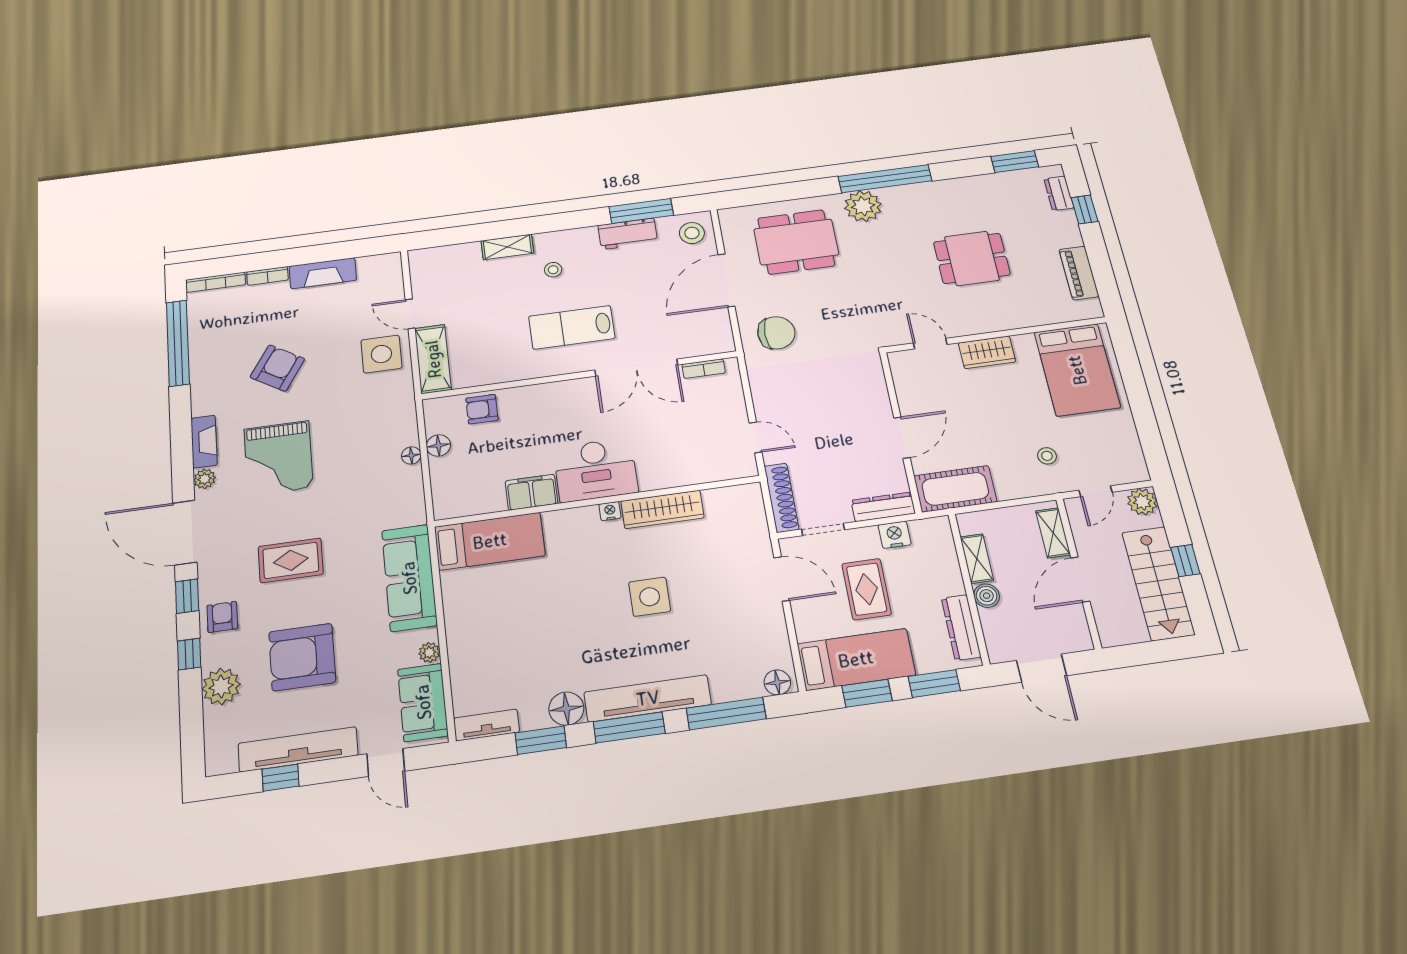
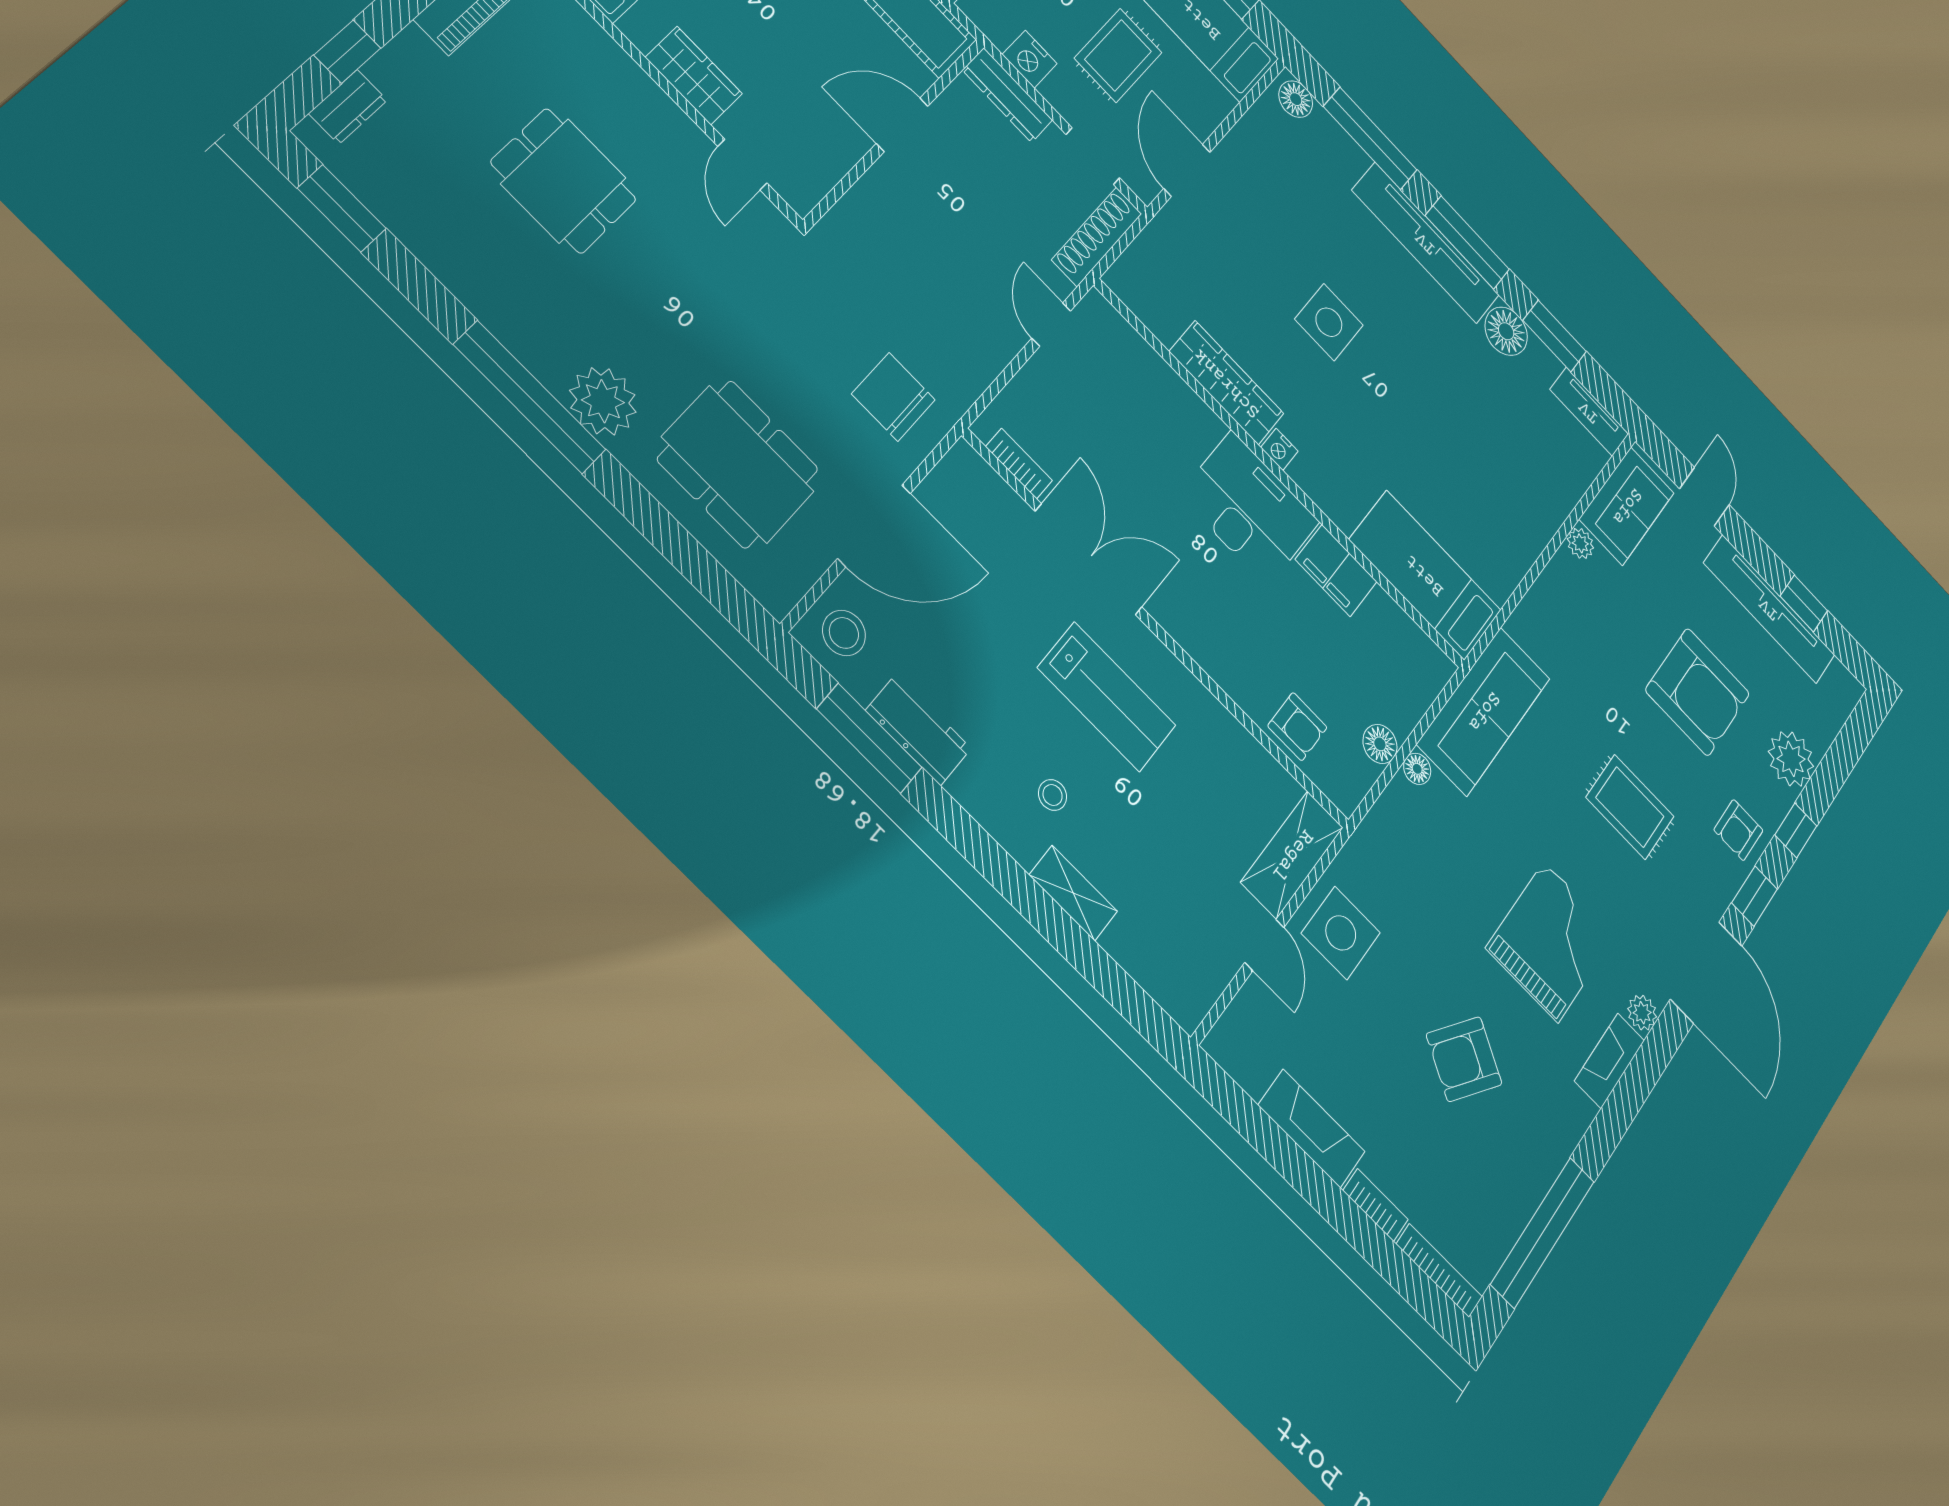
sofa: (409, 578) -> (1484, 711), moved

